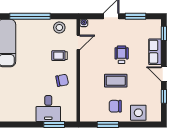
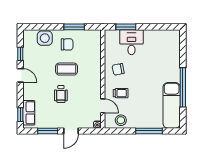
window: (30, 16) -> (149, 131), width x0.68
door: (78, 42) -> (103, 106), swing flipped
row of seats: (155, 52) -> (29, 113), moved

